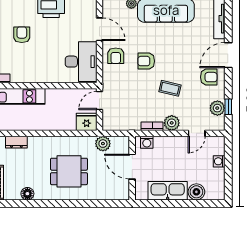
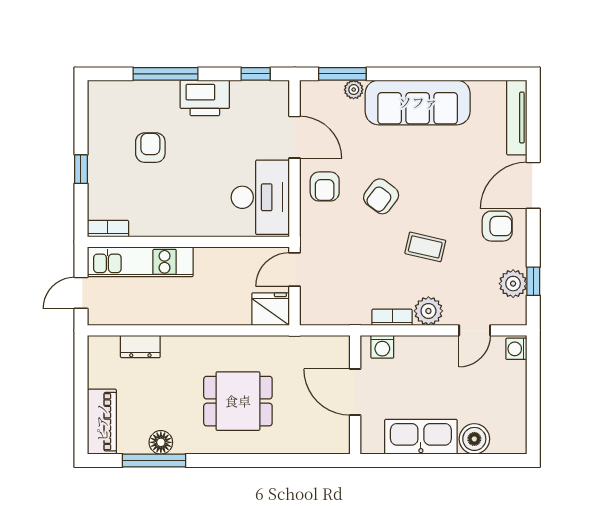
armchair: (146, 61) -> (381, 196), turned -53
plant: (103, 144) -> (301, 349), removed
washing machine: (219, 161) -> (516, 349), moved
window: (24, 203) -> (154, 460), added

